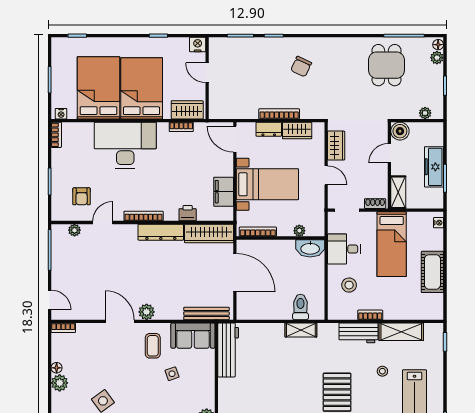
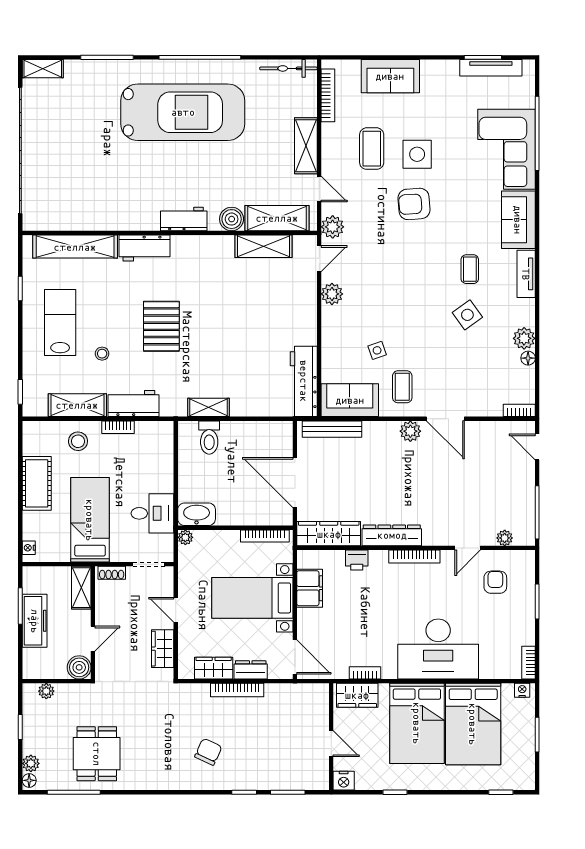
plant: (299, 231) -> (185, 537), moved
stool: (349, 285) -> (78, 441), moved

